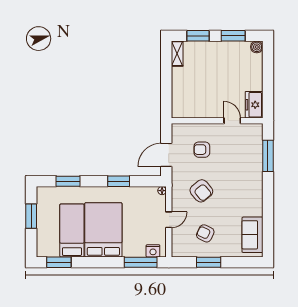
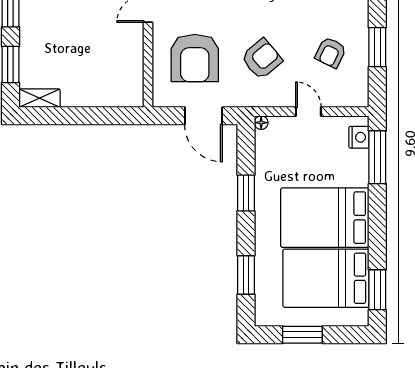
armchair: (202, 150) -> (195, 58), width x1.88, depth x1.88
bed: (72, 231) -> (326, 278), width x1.50

